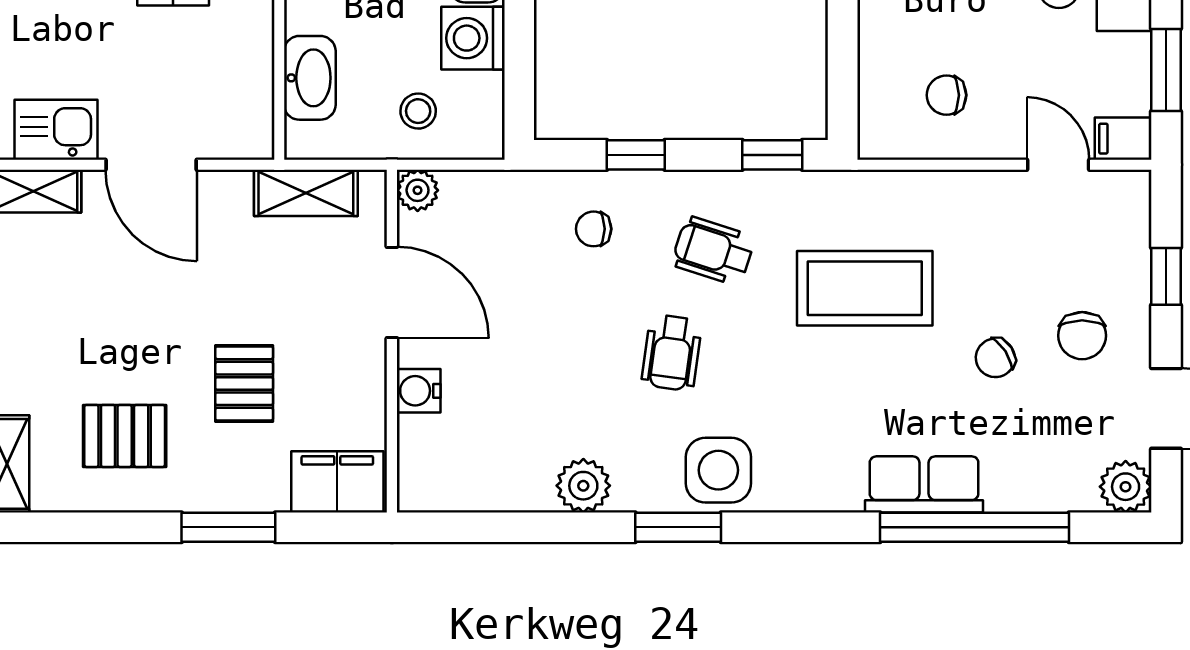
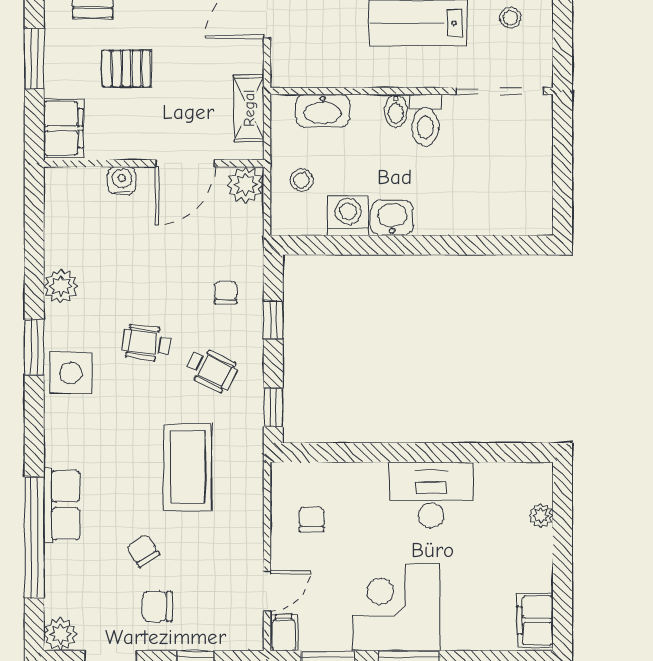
plant: (418, 190) -> (246, 185), width x1.38, depth x1.38
wheelchair: (713, 251) -> (212, 370), turned 99

